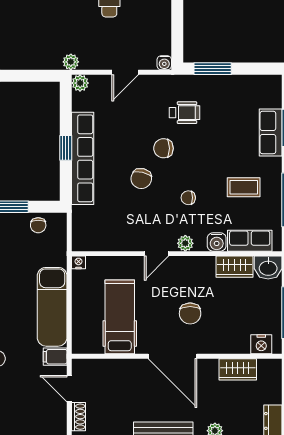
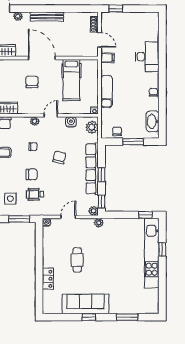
window: (66, 100) -> (102, 201), added
side table: (229, 105) -> (10, 199), added
chair: (163, 148) -> (32, 174), moved
plant: (83, 233) -> (92, 127), added
water cooler: (217, 242) -> (71, 122), moved
exam couch: (52, 307) -> (107, 92), width x0.73, depth x0.69

